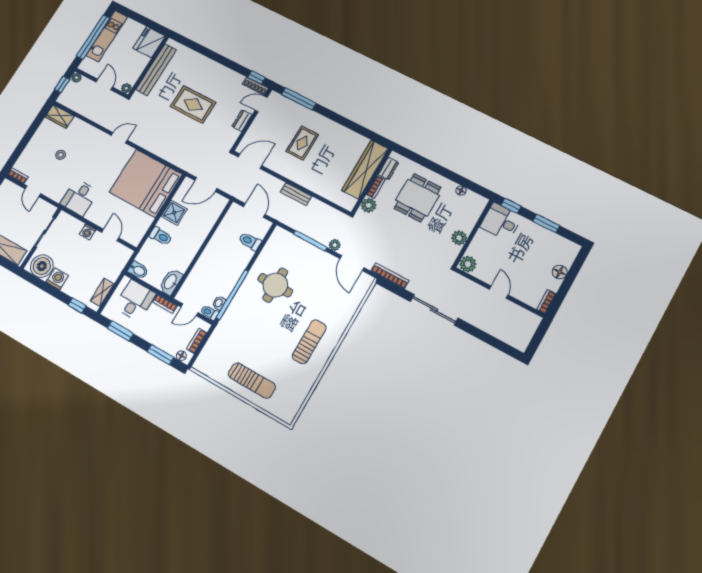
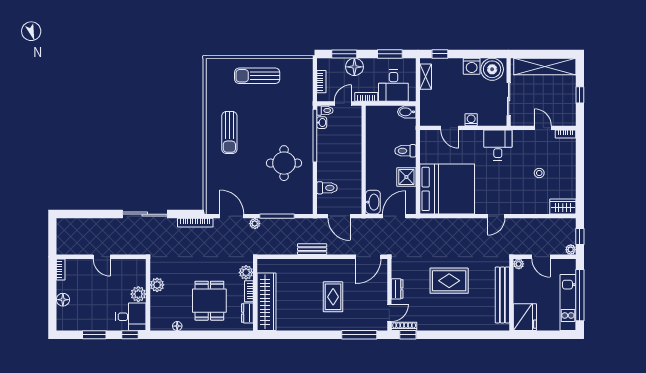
plant: (468, 264) -> (138, 294), moved
washbasin: (171, 282) -> (373, 202), moved
floor lamp: (181, 356) -> (354, 67), moved, width x1.89, depth x1.89

